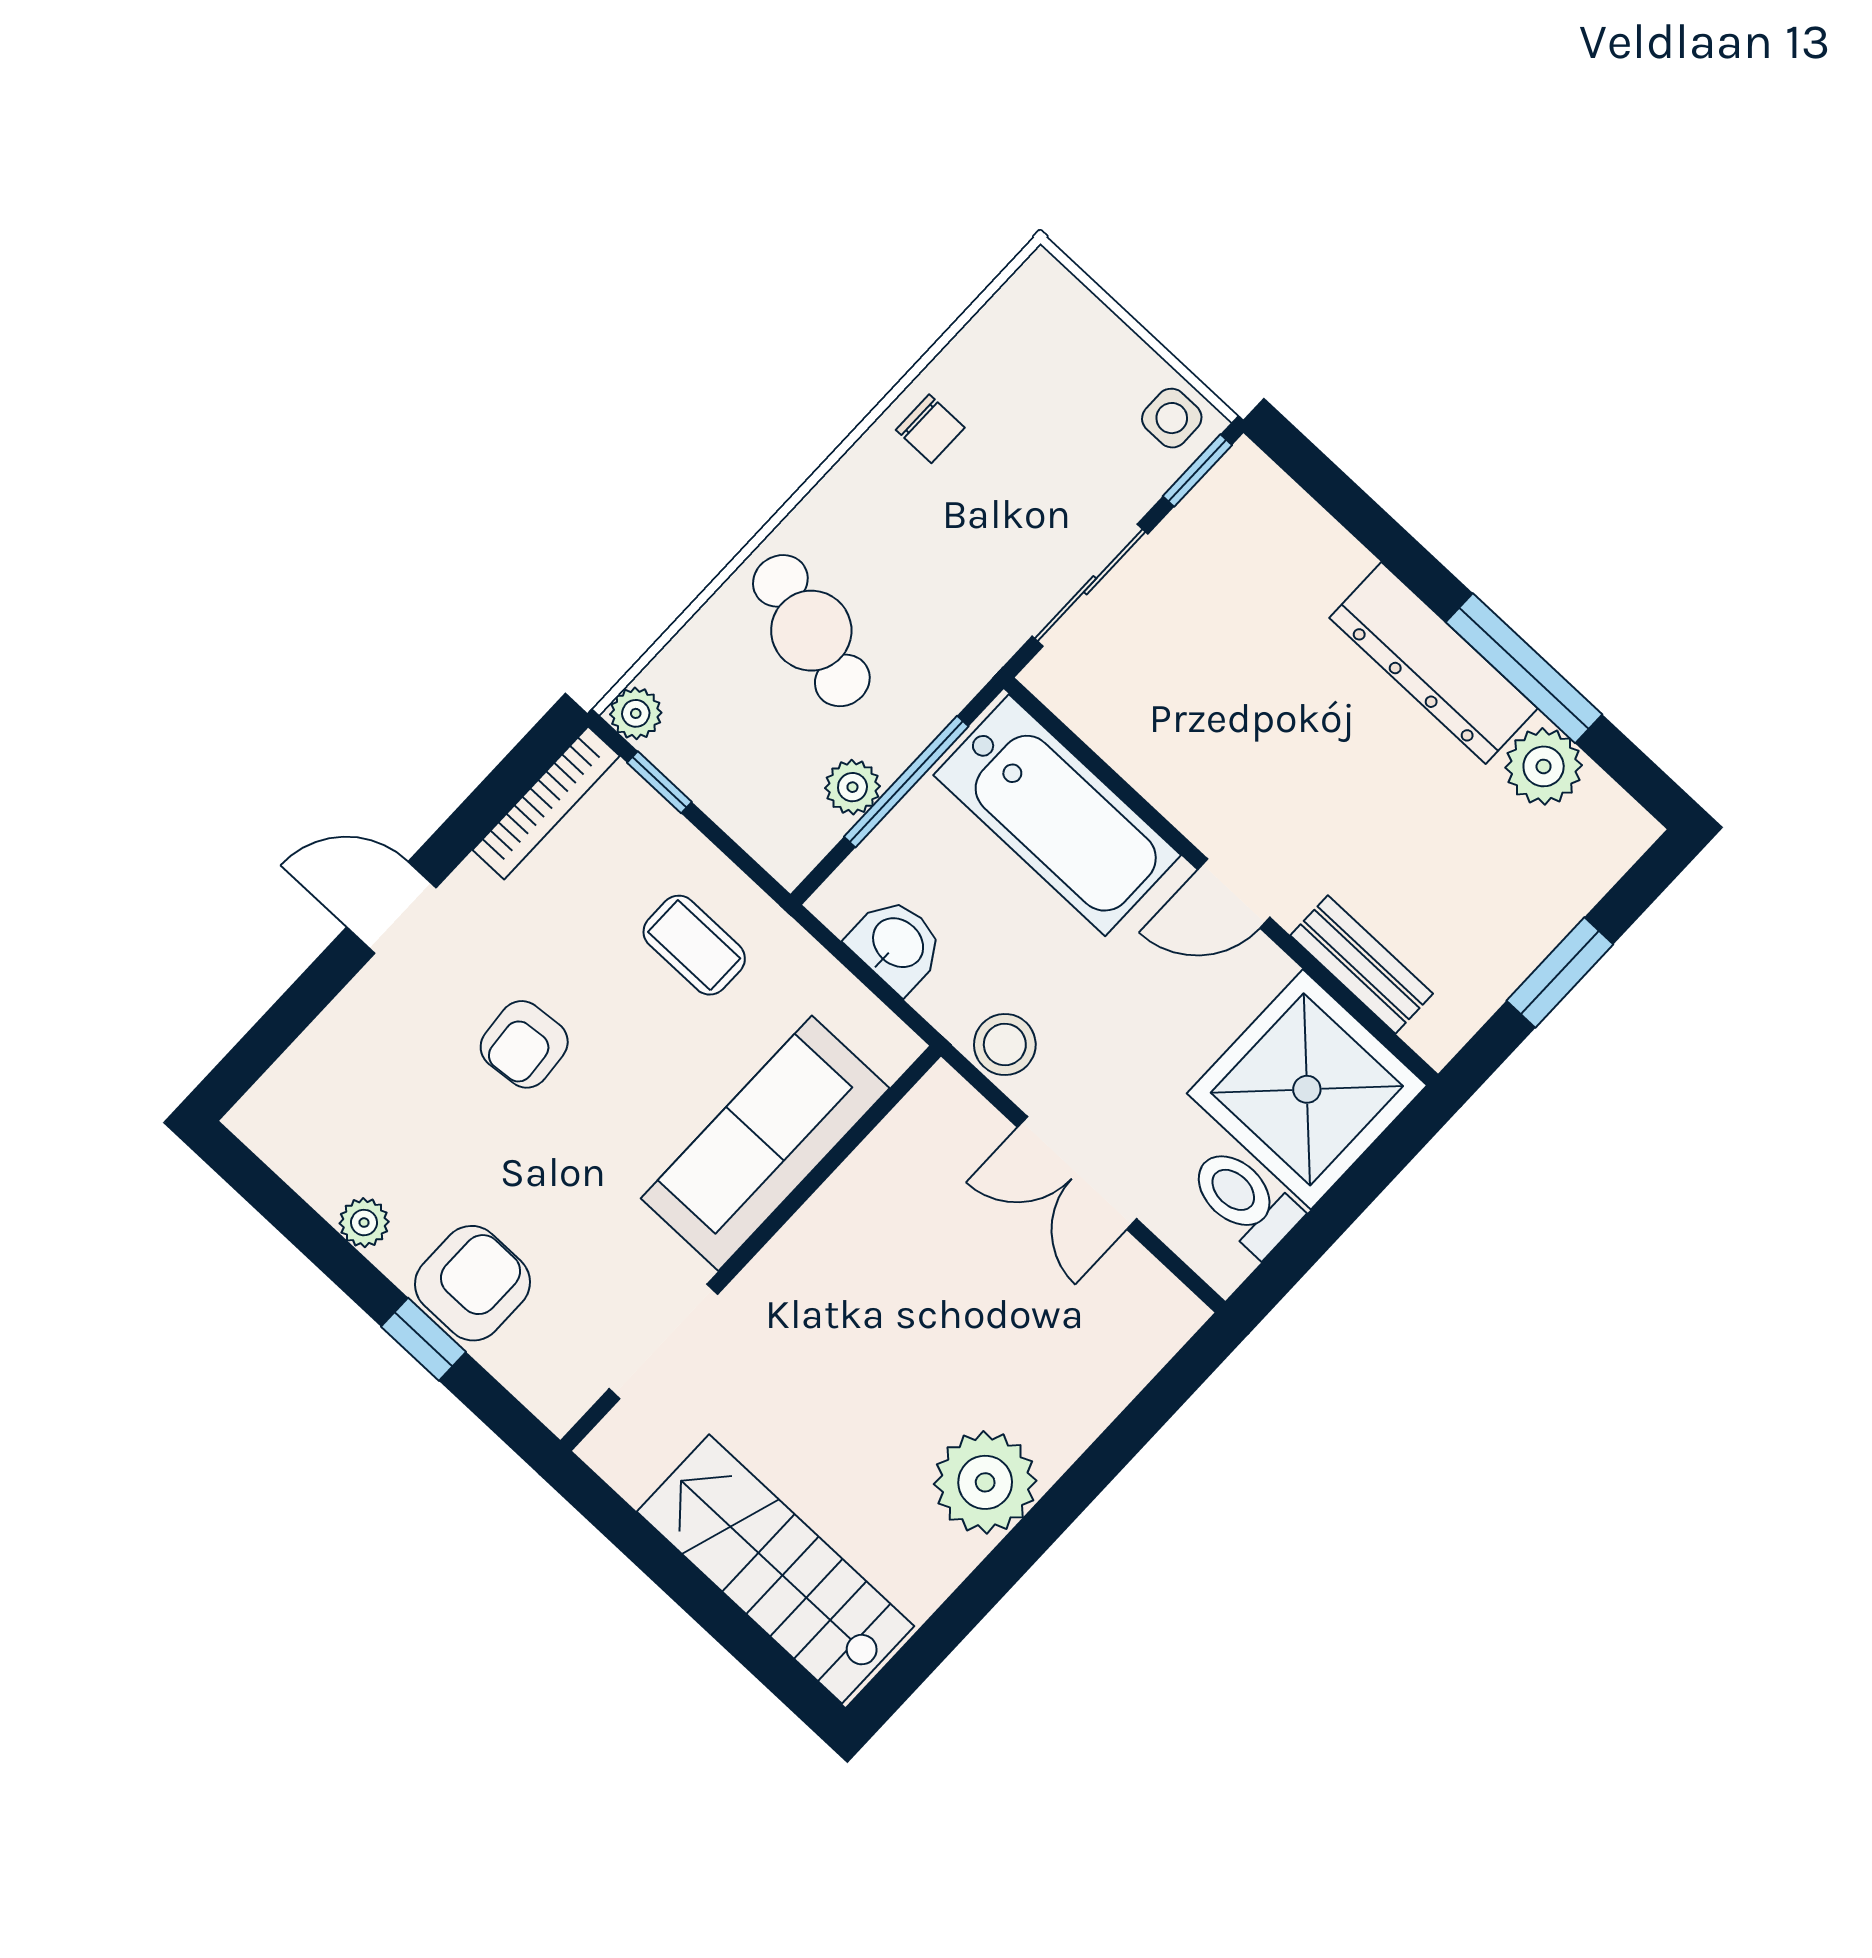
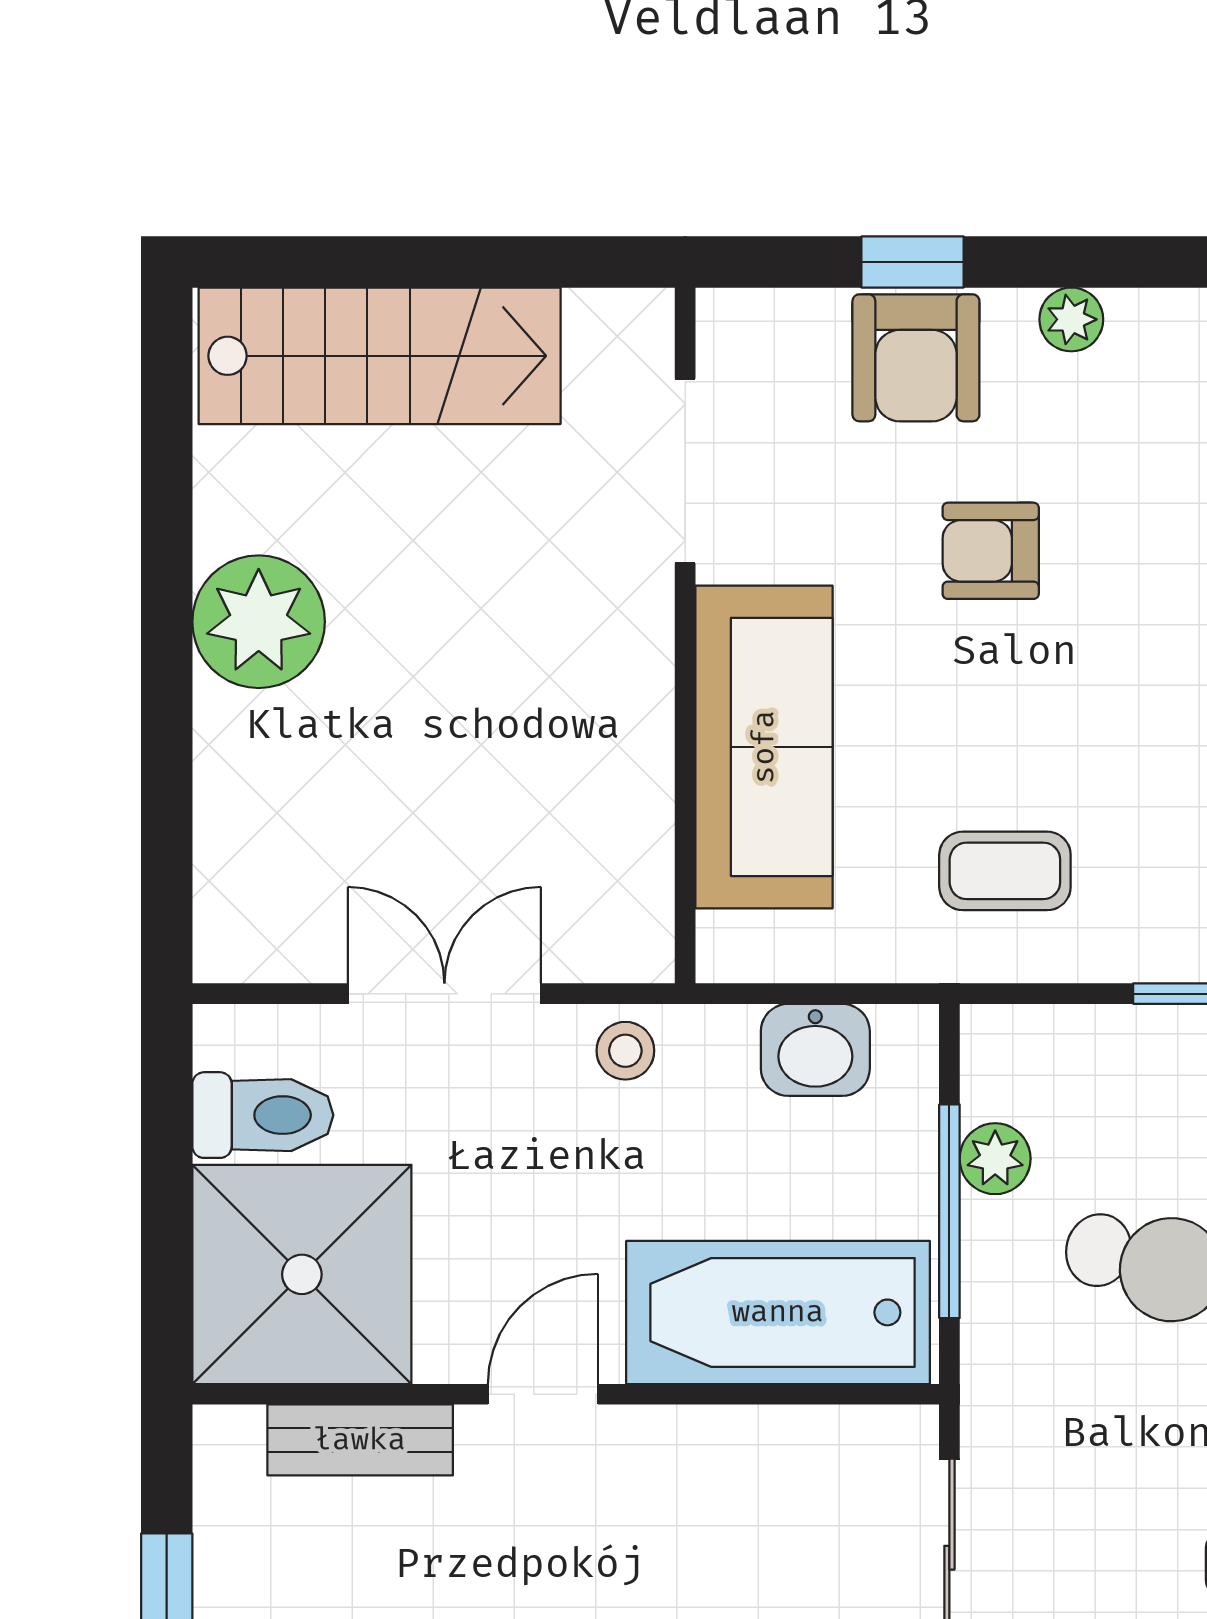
armchair: (524, 1044) -> (991, 551), moved, turned -85
stool: (1005, 1045) -> (625, 1051), width x0.73, depth x0.73

